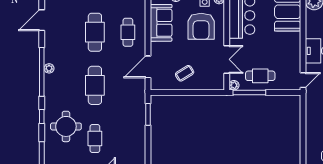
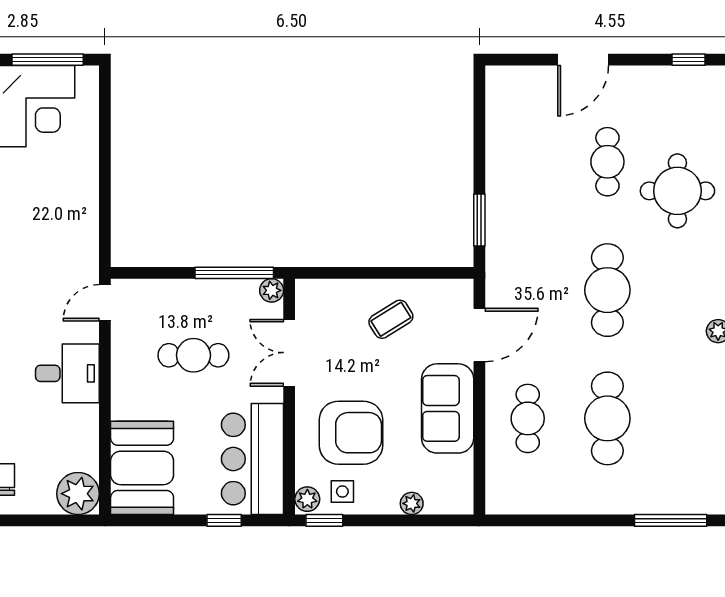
sofa: (161, 23) -> (448, 408), moved
armchair: (201, 26) -> (351, 433), turned 90
cafe table: (260, 76) -> (193, 355), moved

